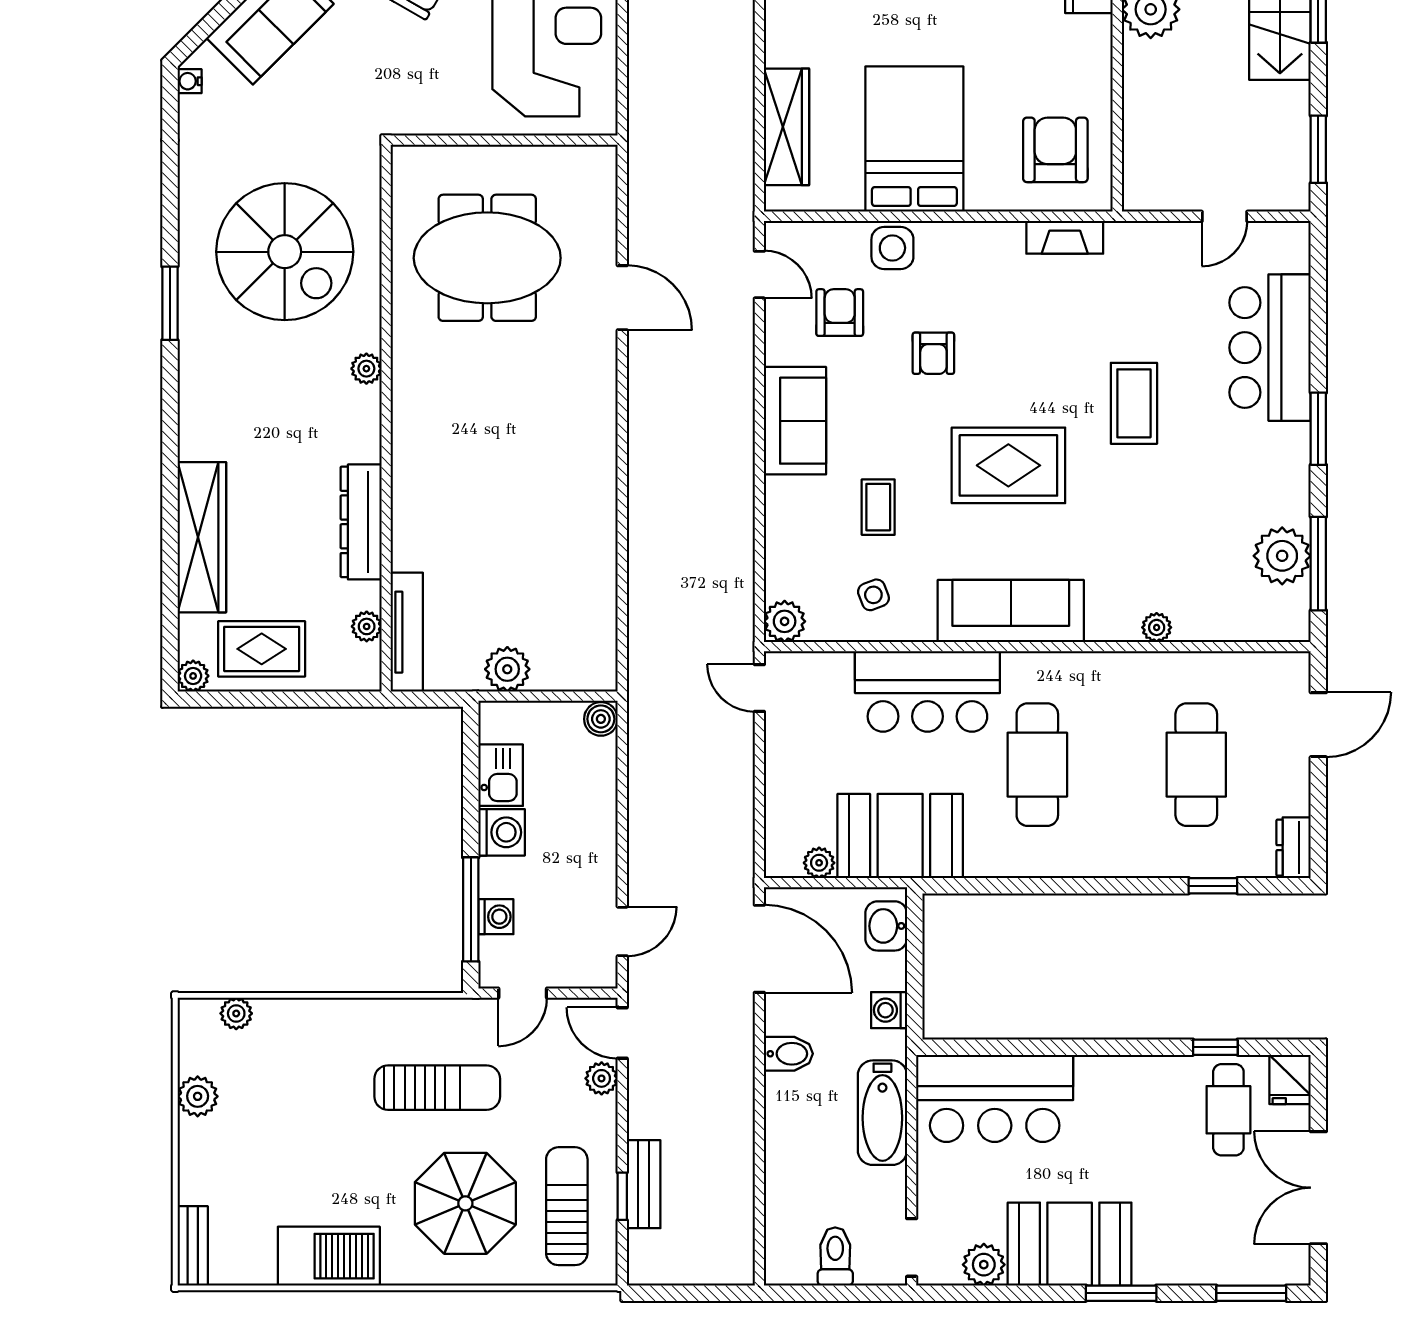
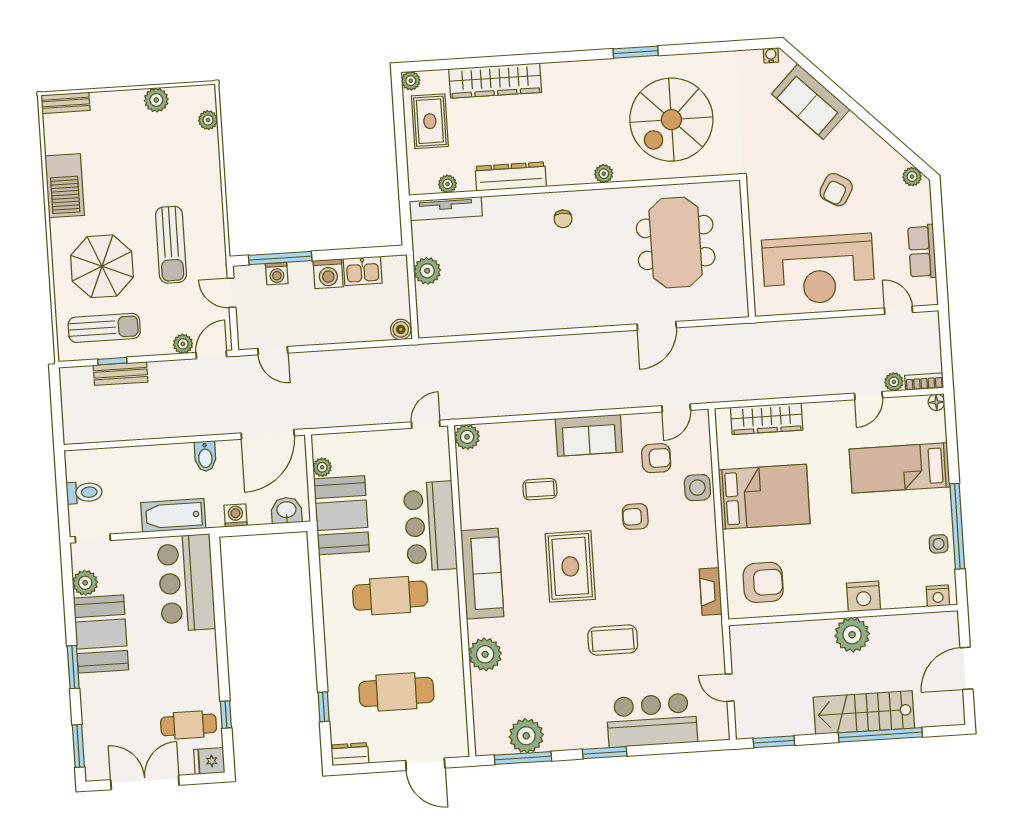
chair: (436, 440) -> (563, 219), added
side table: (873, 595) -> (487, 490), removed
plant: (1157, 627) -> (485, 654), width x1.87, depth x1.87

